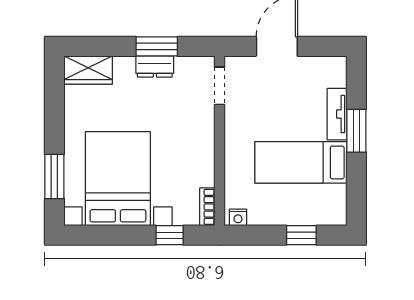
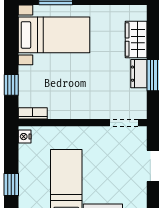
wardrobe: (88, 70) -> (136, 40), moved
bed with nightstands: (118, 179) -> (54, 35), width x0.73

